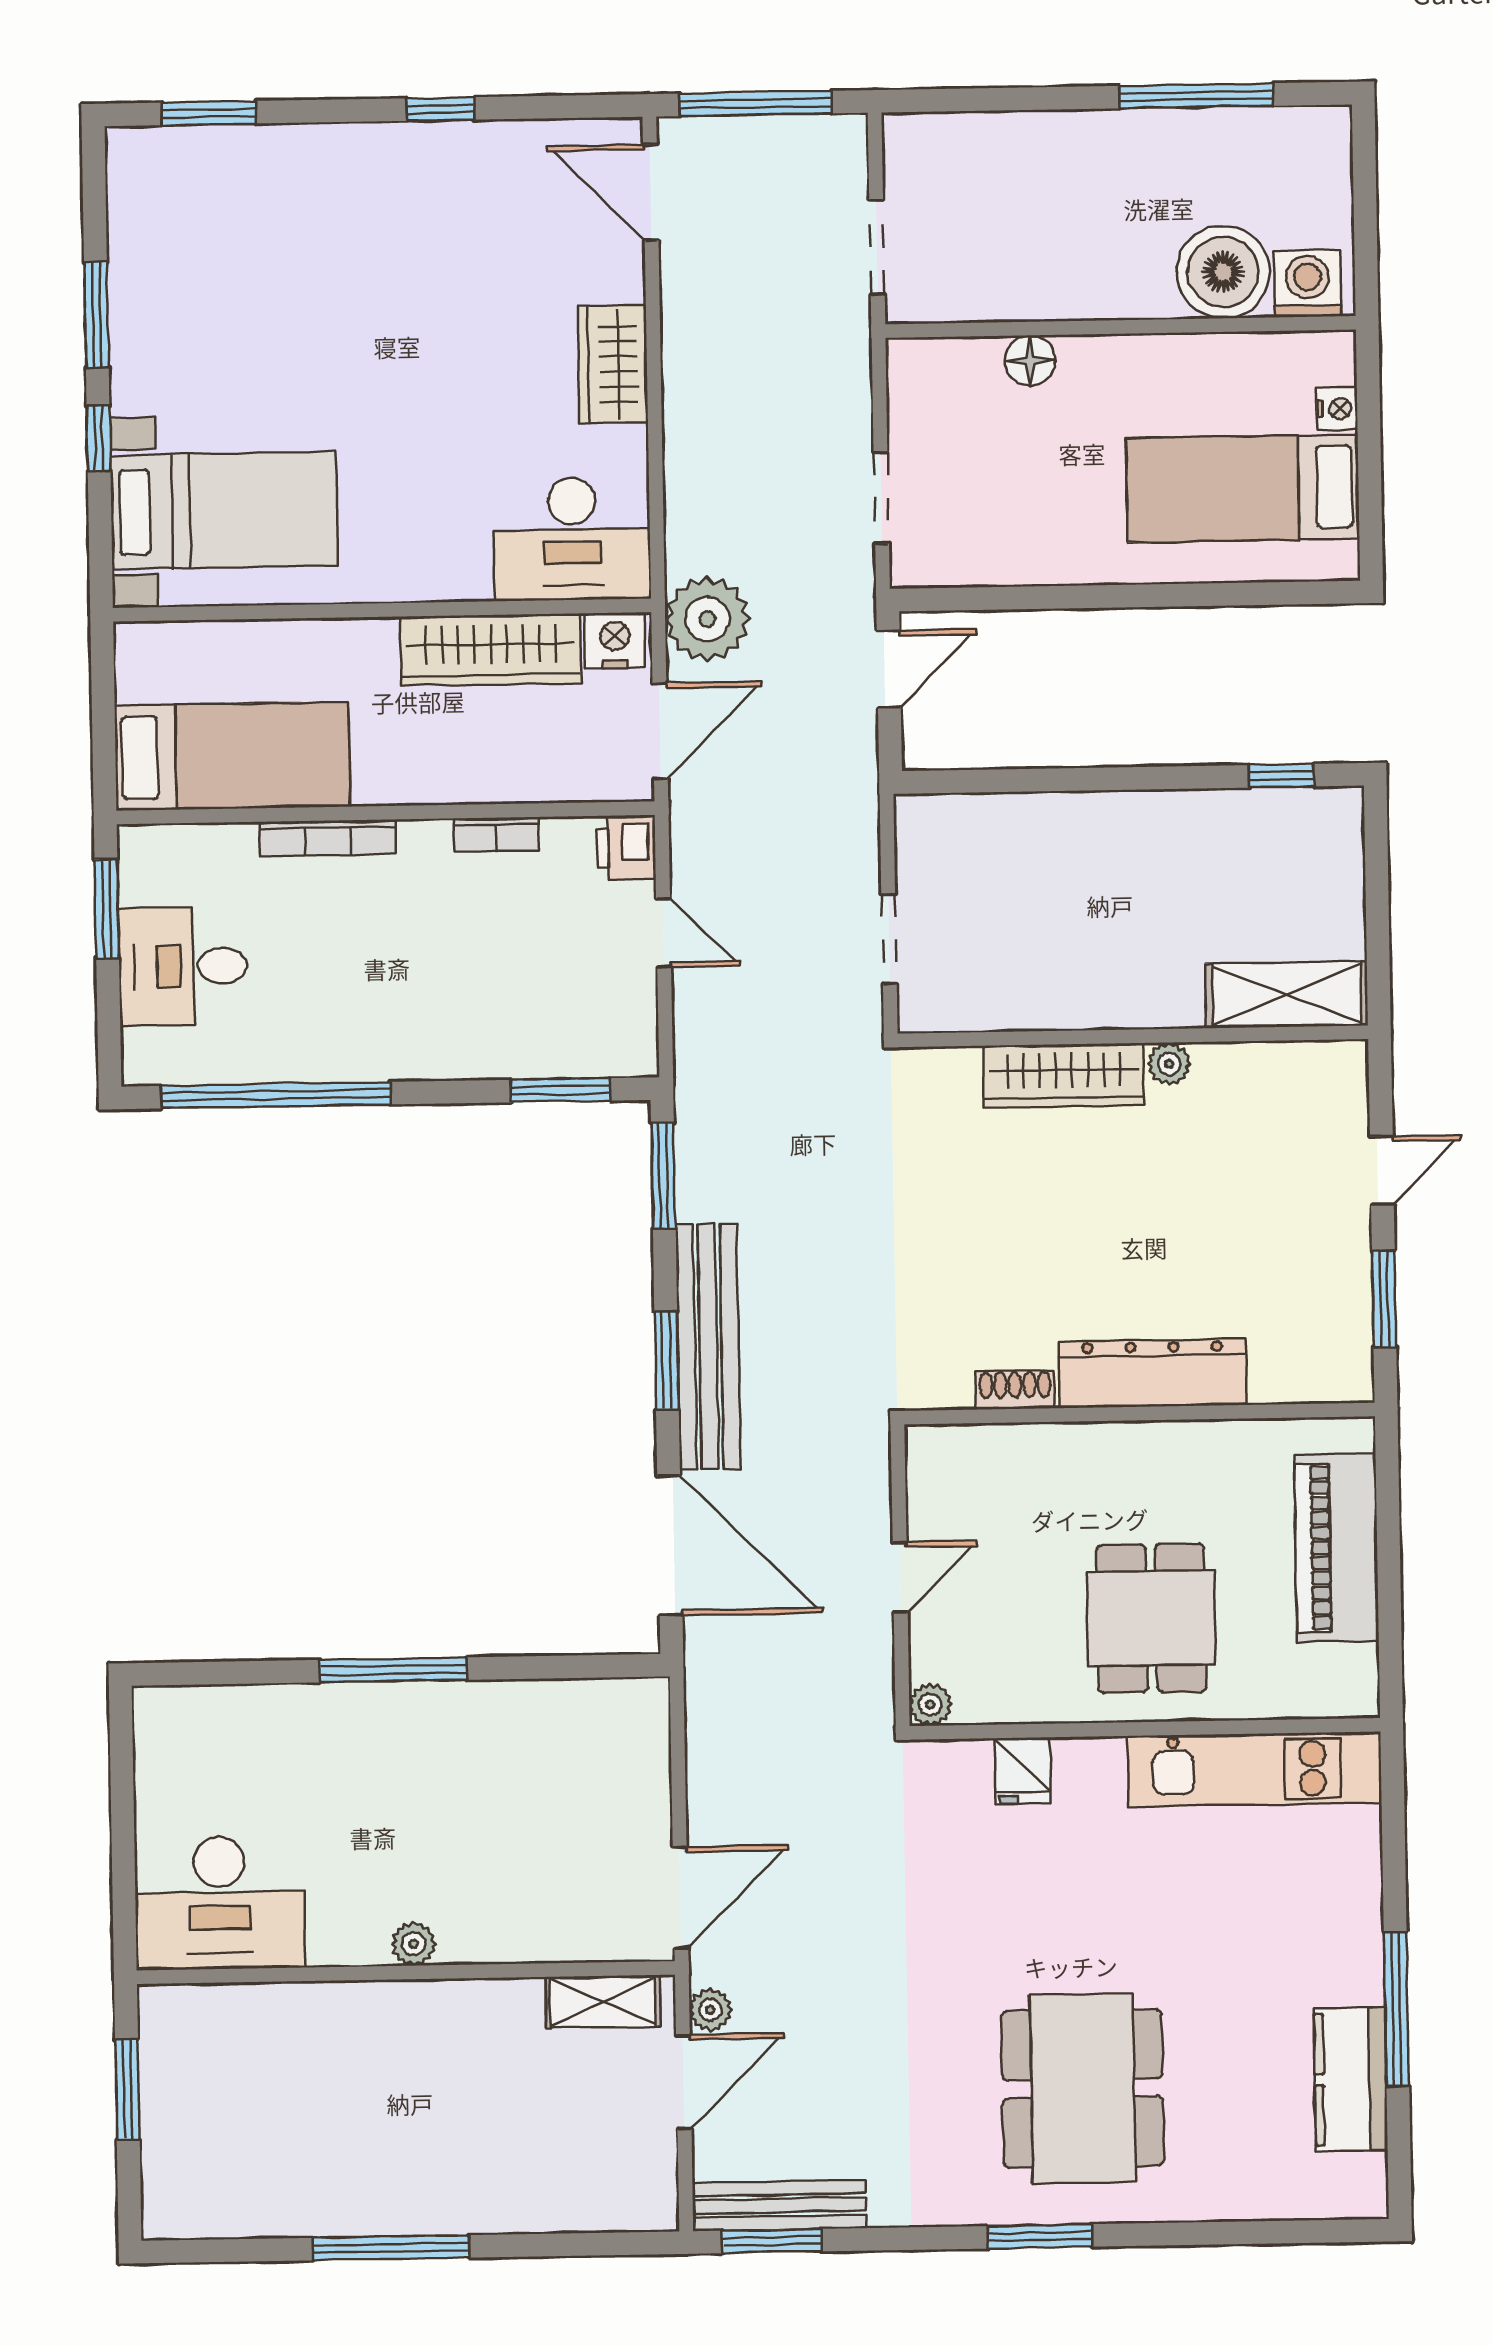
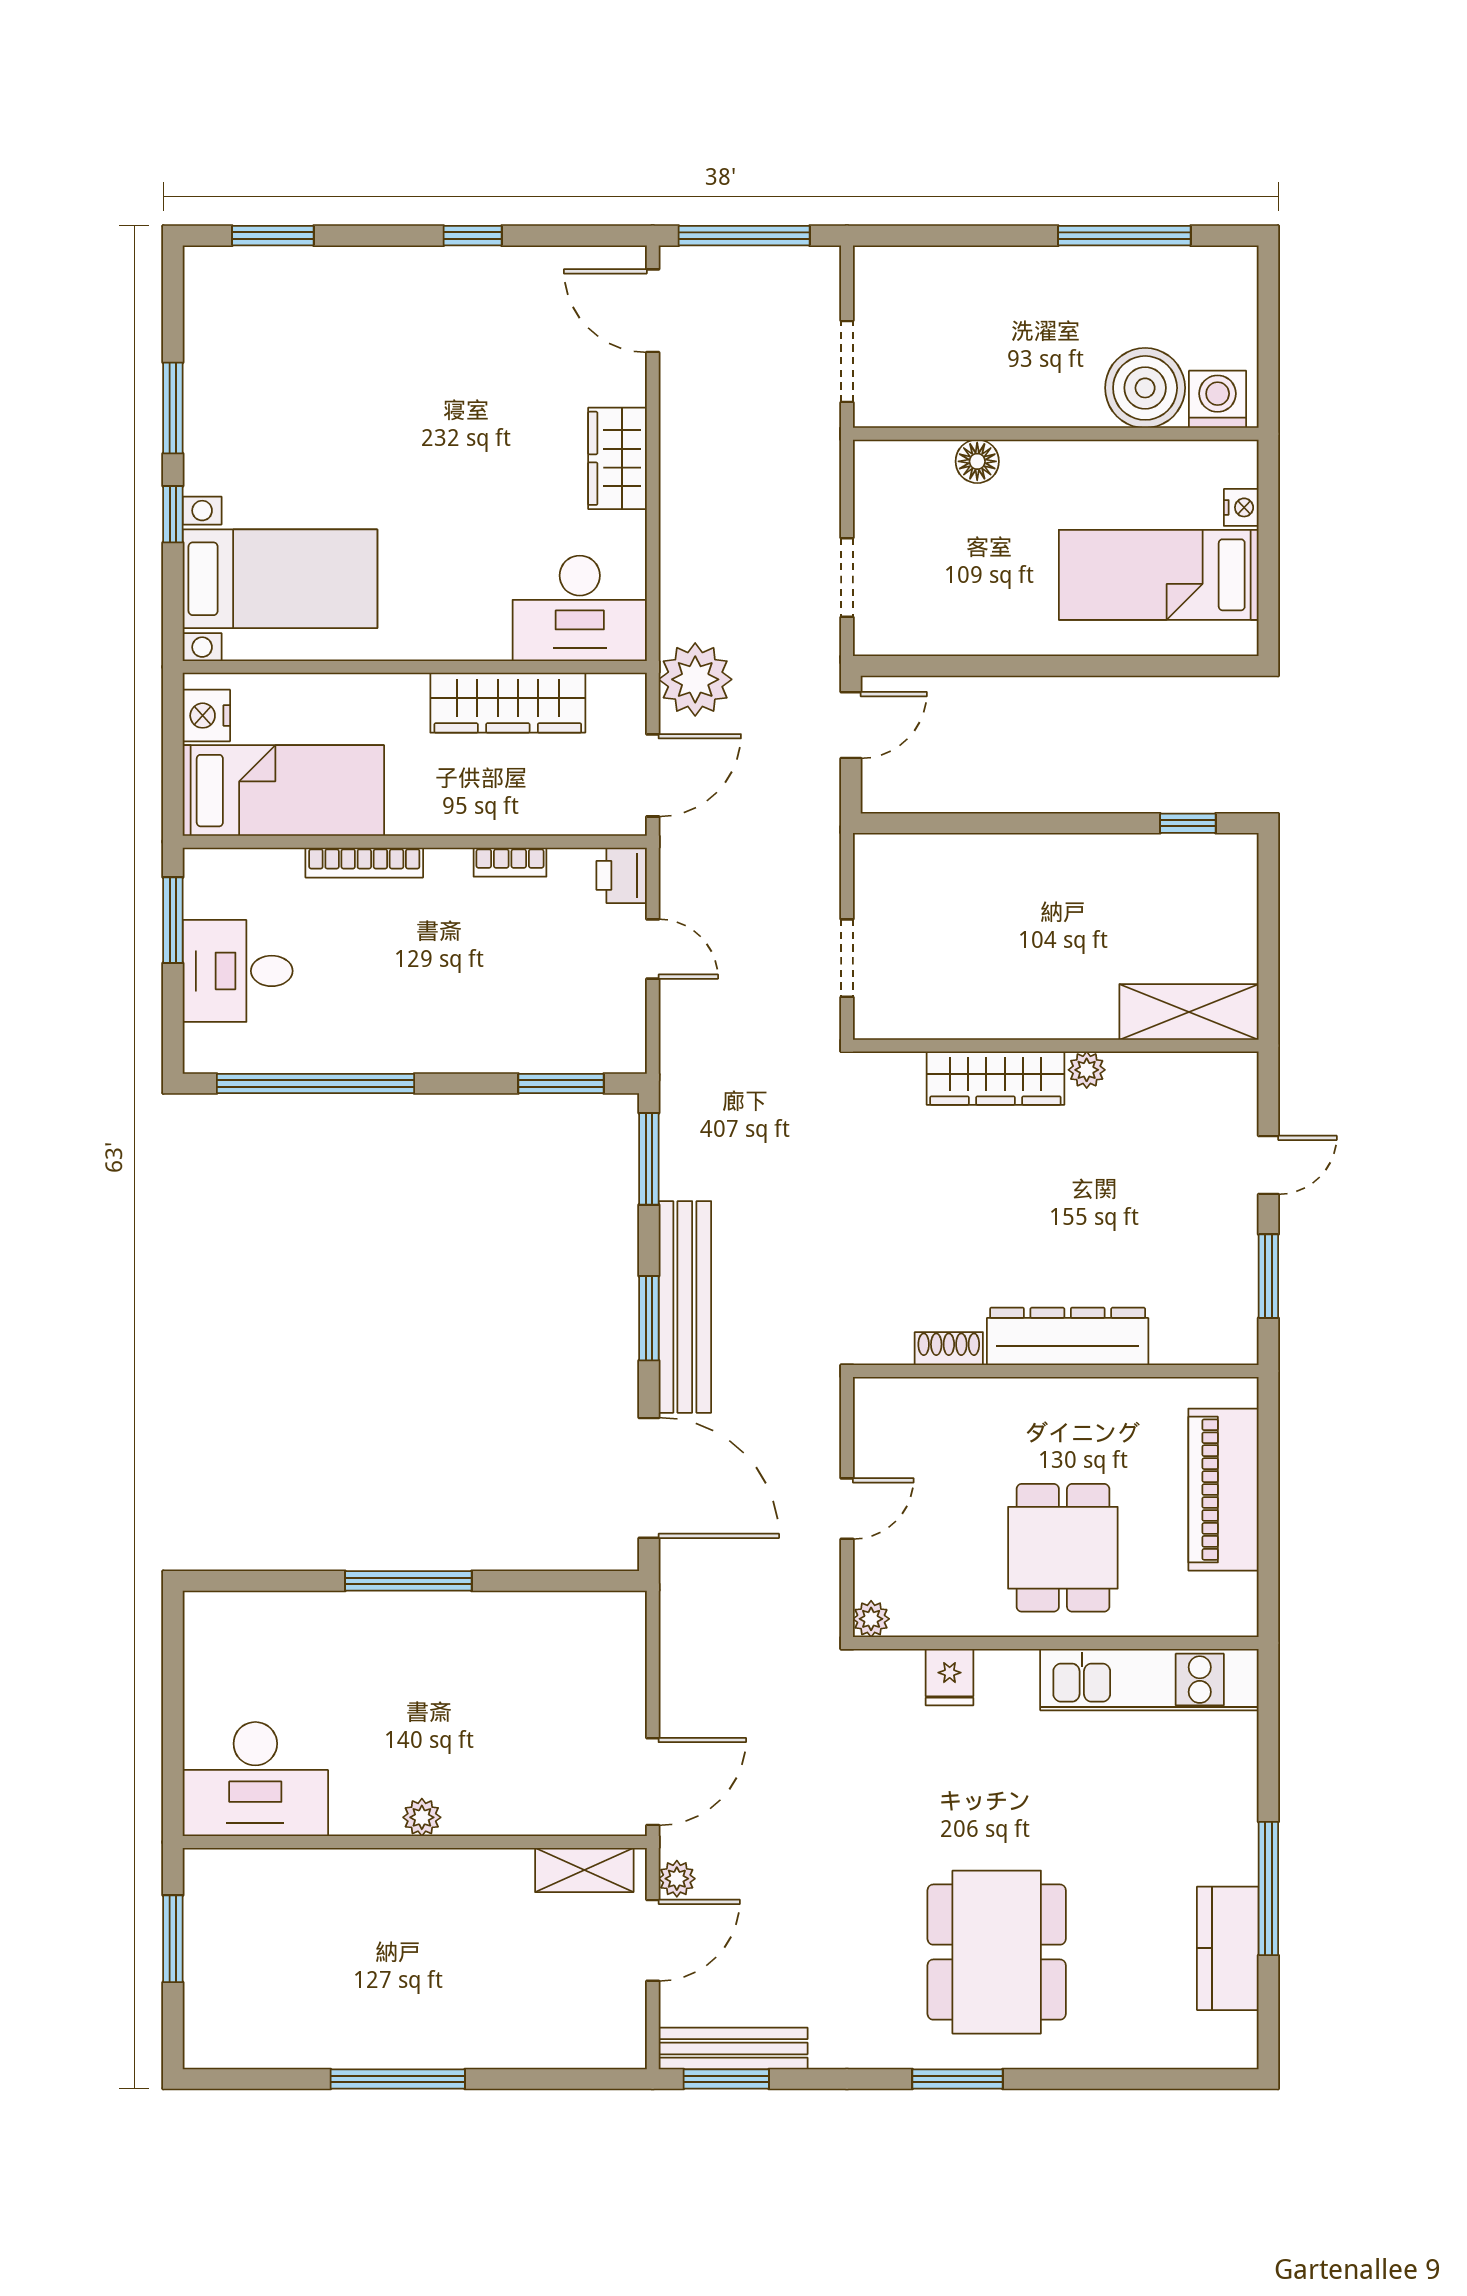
nightstand: (615, 640) -> (206, 716), moved, turned -90

